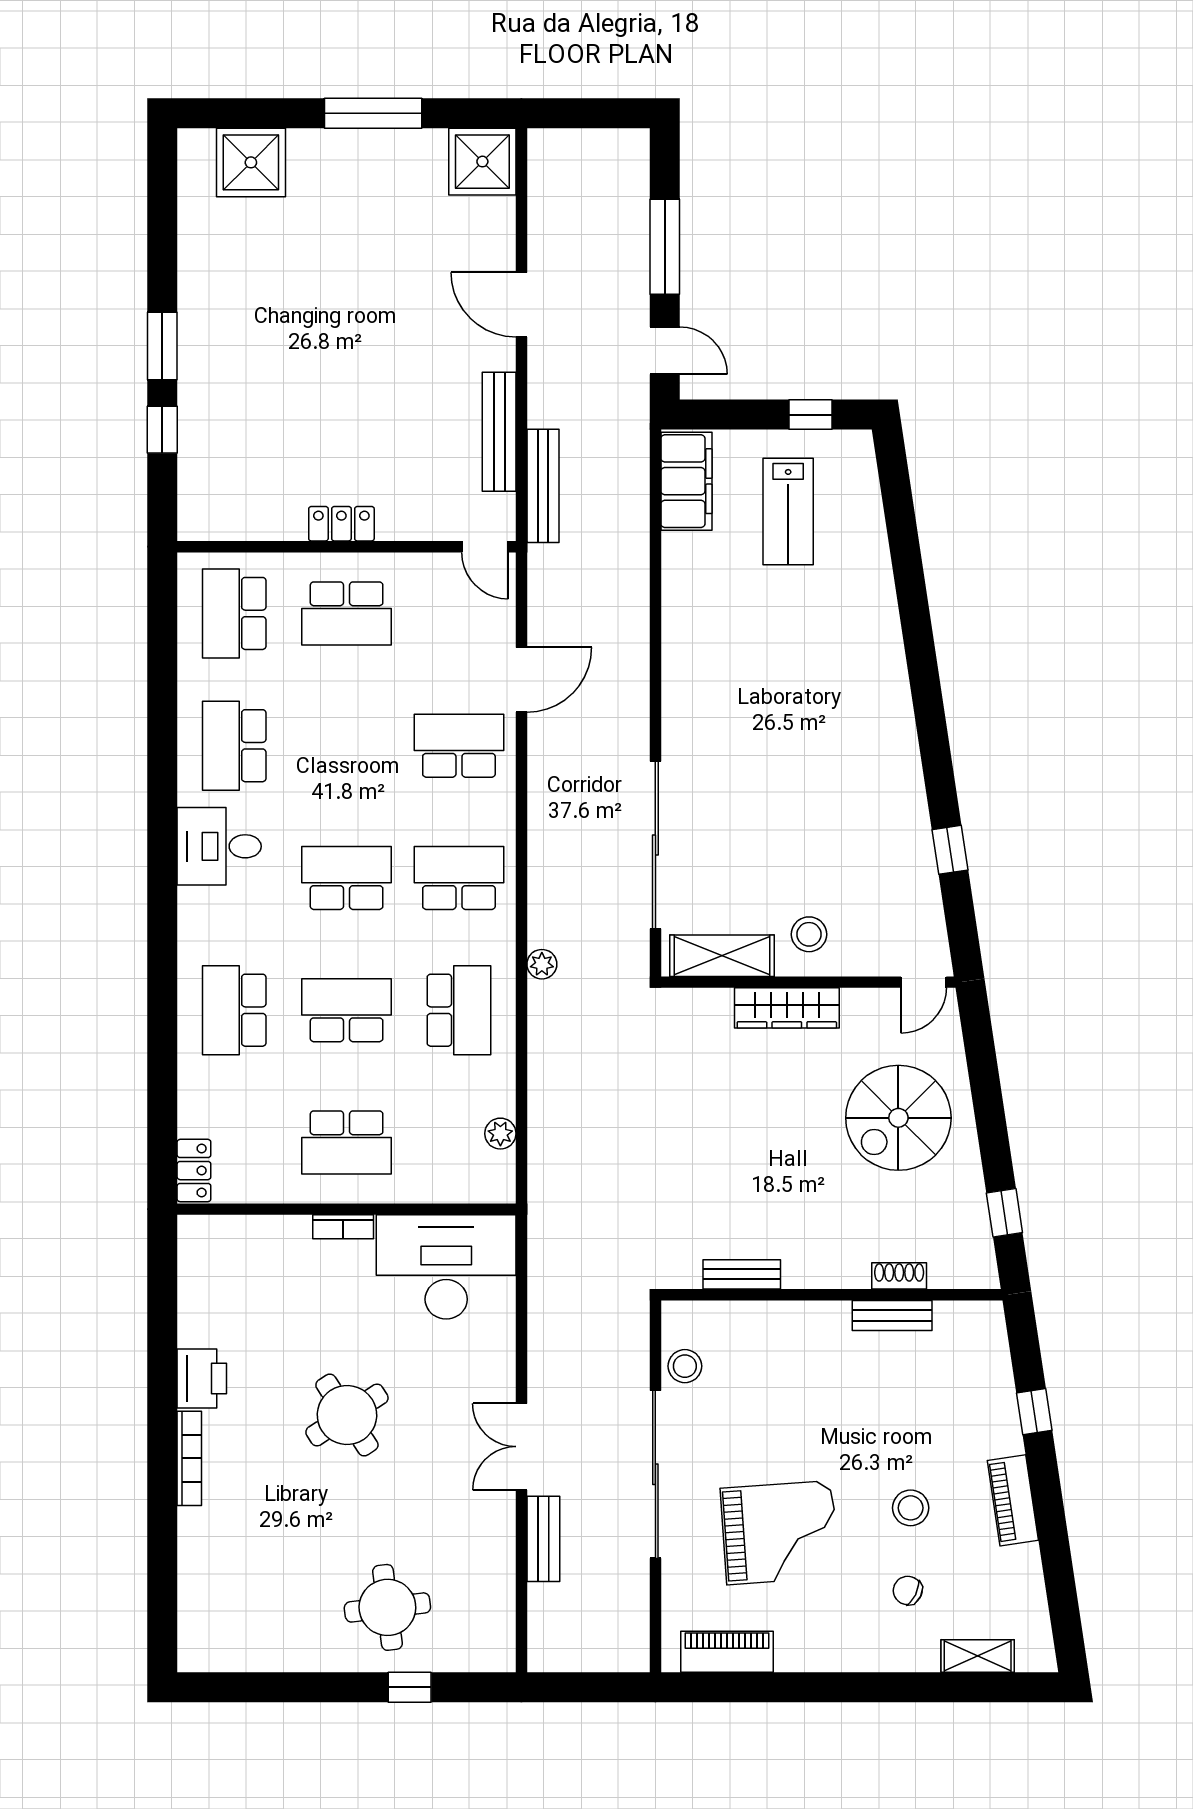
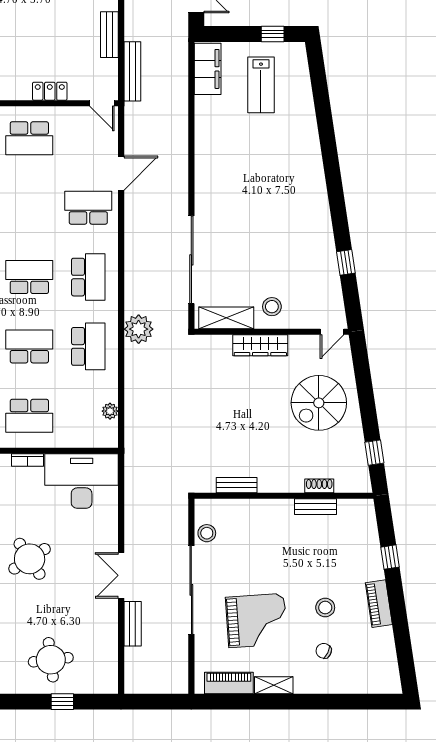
bench: (499, 432) -> (109, 35), width x0.73
locker: (341, 524) -> (50, 91), moved
school desk: (459, 878) -> (88, 277), turned 90
plant: (542, 964) -> (139, 329), width x1.87, depth x1.87
shelving: (978, 1656) -> (274, 685), moved

